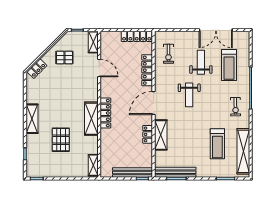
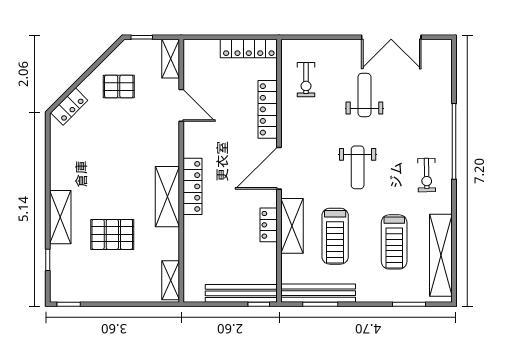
treadmill: (229, 65) -> (335, 236), moved
weight bench: (189, 95) -> (358, 167), moved
shelving: (32, 119) -> (60, 217), moved
pallet: (61, 140) -> (112, 234), turned 90

